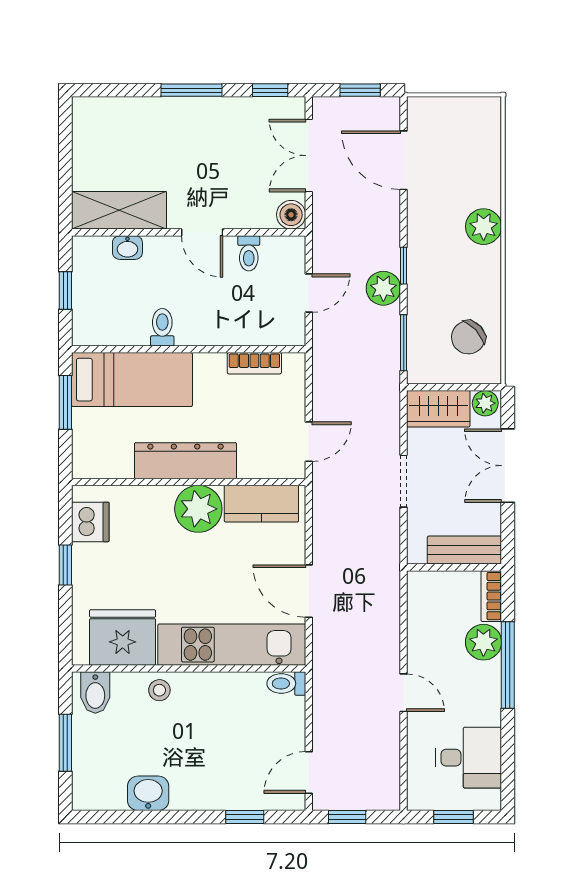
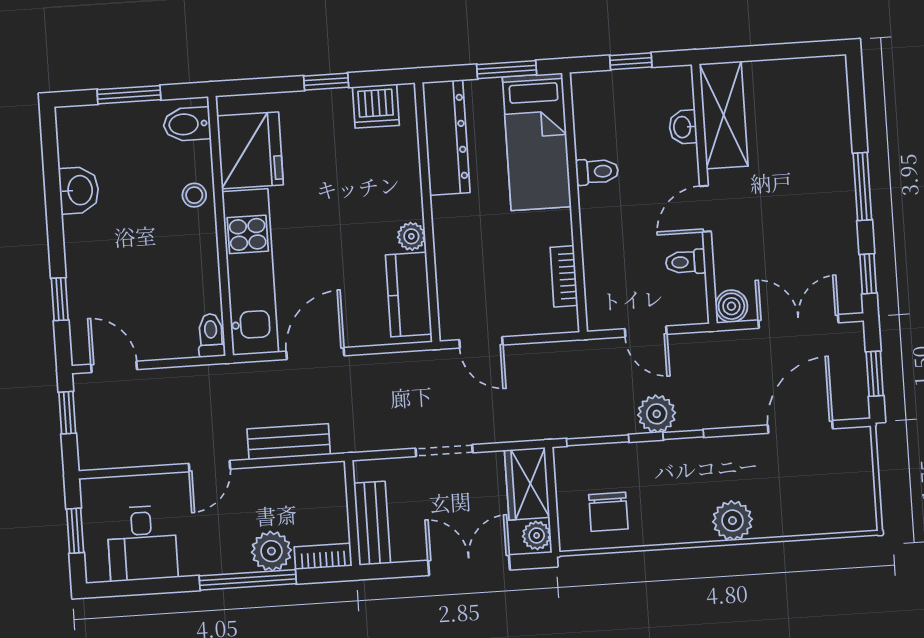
chair: (468, 337) -> (608, 512), turned -137
dresser: (186, 461) -> (446, 137), moved
plant: (198, 509) -> (411, 236), width x0.53, depth x0.53
bench: (386, 620) -> (289, 442), added

